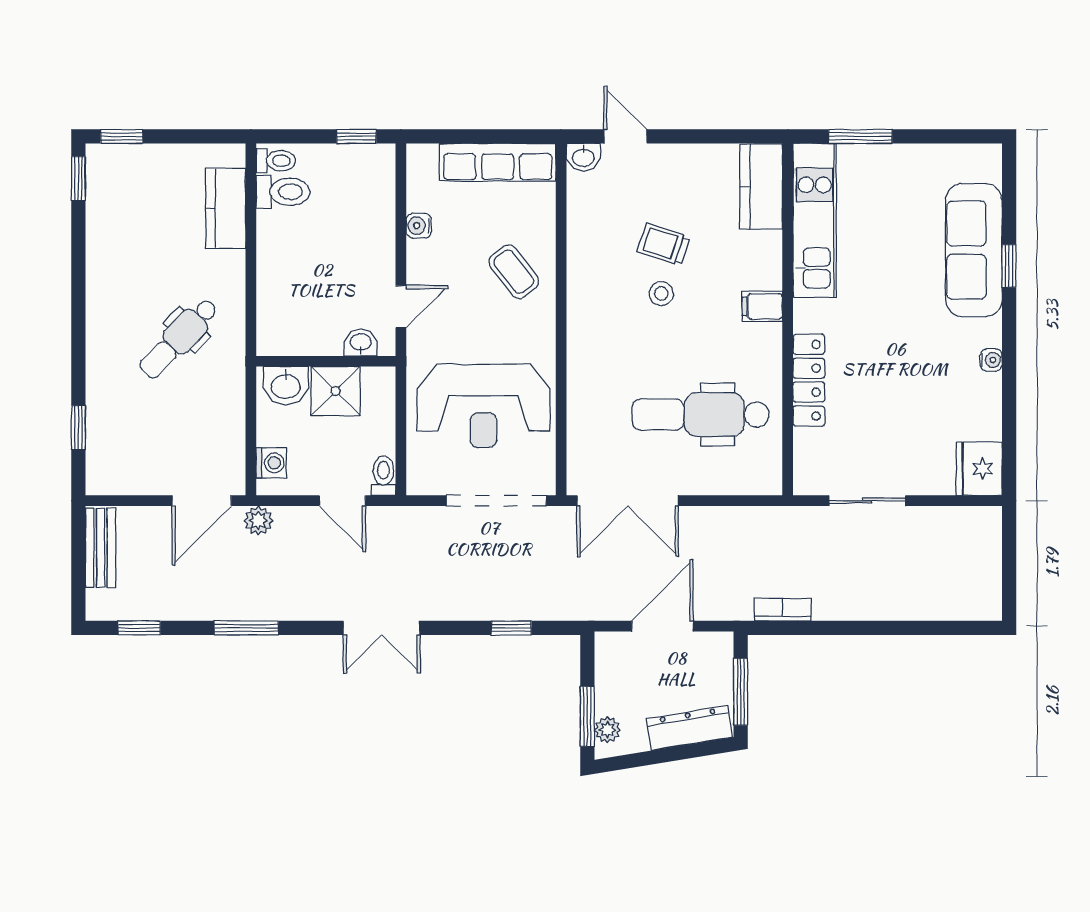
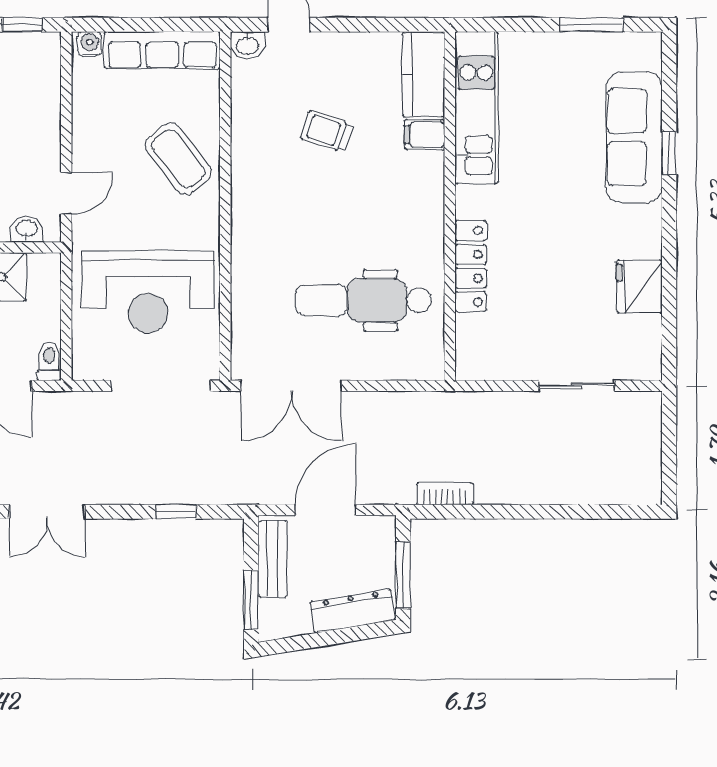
window: (860, 136) -> (591, 25), moved
water cooler: (419, 226) -> (89, 44), moved, turned 90
coffee table: (514, 272) -> (178, 159), width x1.36, depth x1.30
stool: (661, 294) -> (325, 180), removed
filing cabinet: (762, 306) -> (425, 135), moved
water cooler: (991, 360) -> (651, 246), removed
fridge: (979, 469) -> (639, 286), moved
sliding door: (867, 501) -> (577, 386), moved
bench: (609, 675) -> (273, 559), added
plant: (607, 730) -> (271, 613), removed

